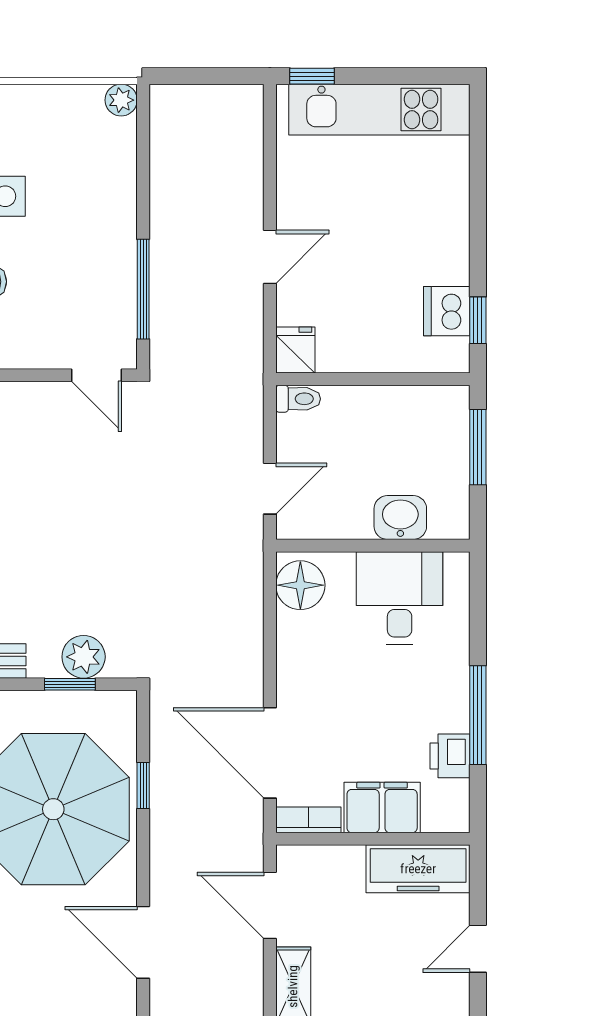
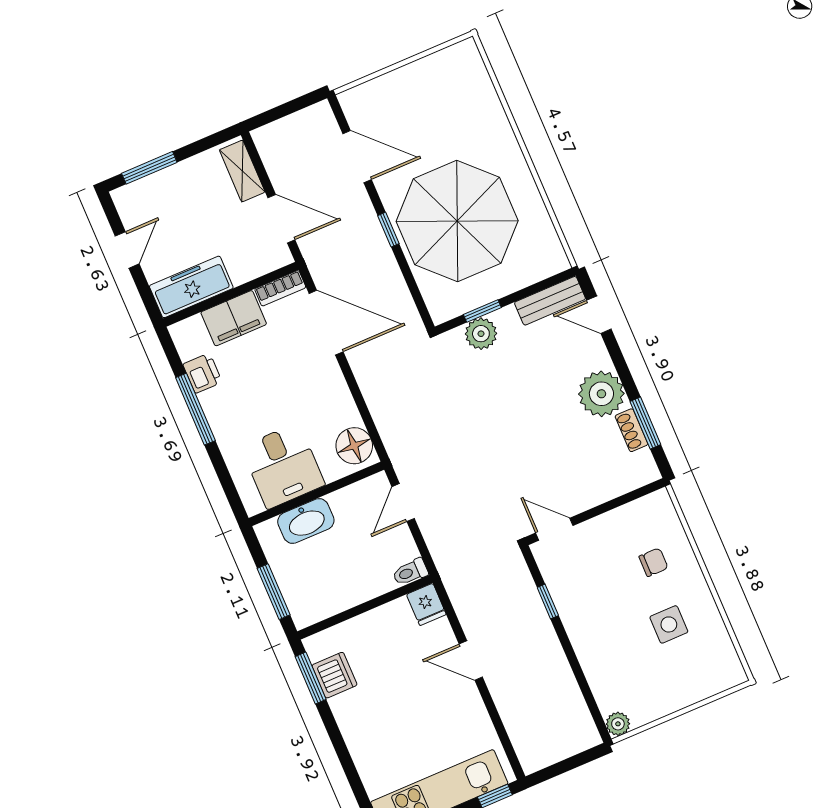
door: (270, 257) -> (471, 660), hinge flipped
window: (143, 289) -> (548, 601), width x0.46
window: (478, 320) -> (311, 678), width x1.50
washbasin: (400, 518) -> (306, 521), width x1.38
window: (143, 786) -> (388, 230), moved

